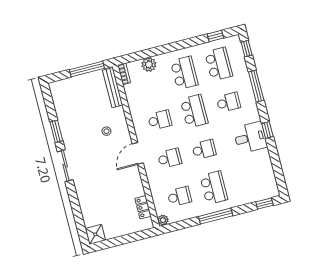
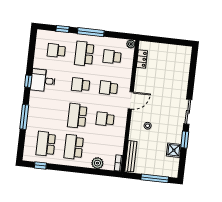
window: (247, 49) -> (21, 147), removed
window: (87, 69) -> (155, 178), moved
school desk: (228, 102) -> (56, 51), moved
window: (264, 204) -> (63, 29), moved
shower: (95, 234) -> (174, 150), moved

